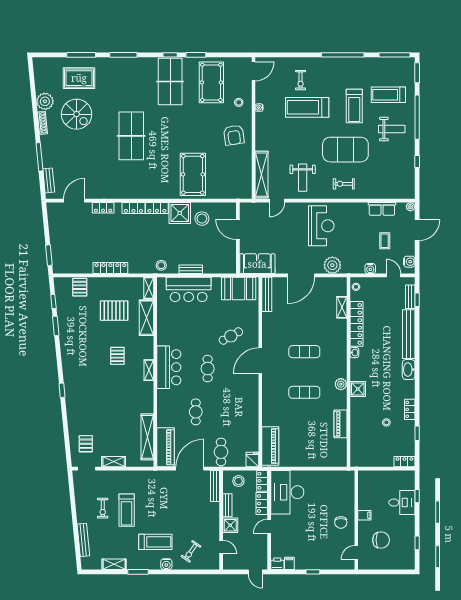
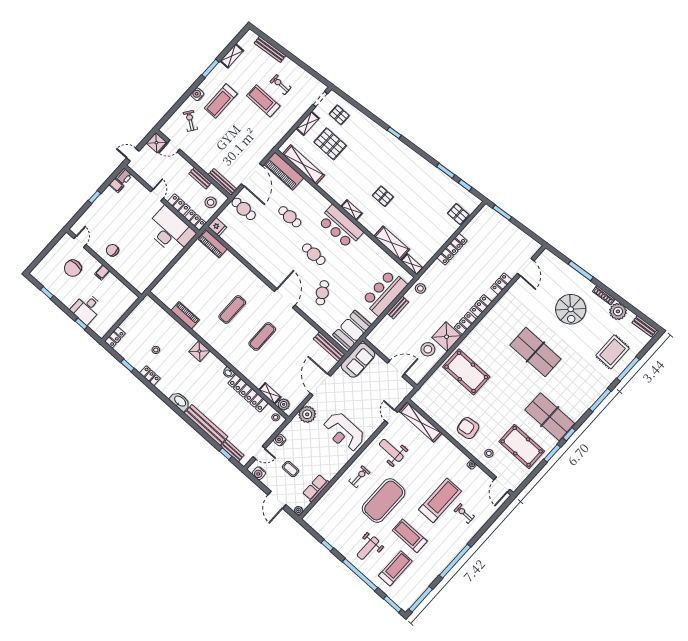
spiral stairs: (77, 114) -> (571, 309), moved, turned -90
bench: (49, 180) -> (644, 326), moved
pallet: (114, 311) -> (330, 144), moved, turned 90
plant: (341, 384) -> (284, 404), moved
piano: (270, 446) -> (213, 244), width x0.73, depth x0.75
shower: (230, 525) -> (156, 143), moved

